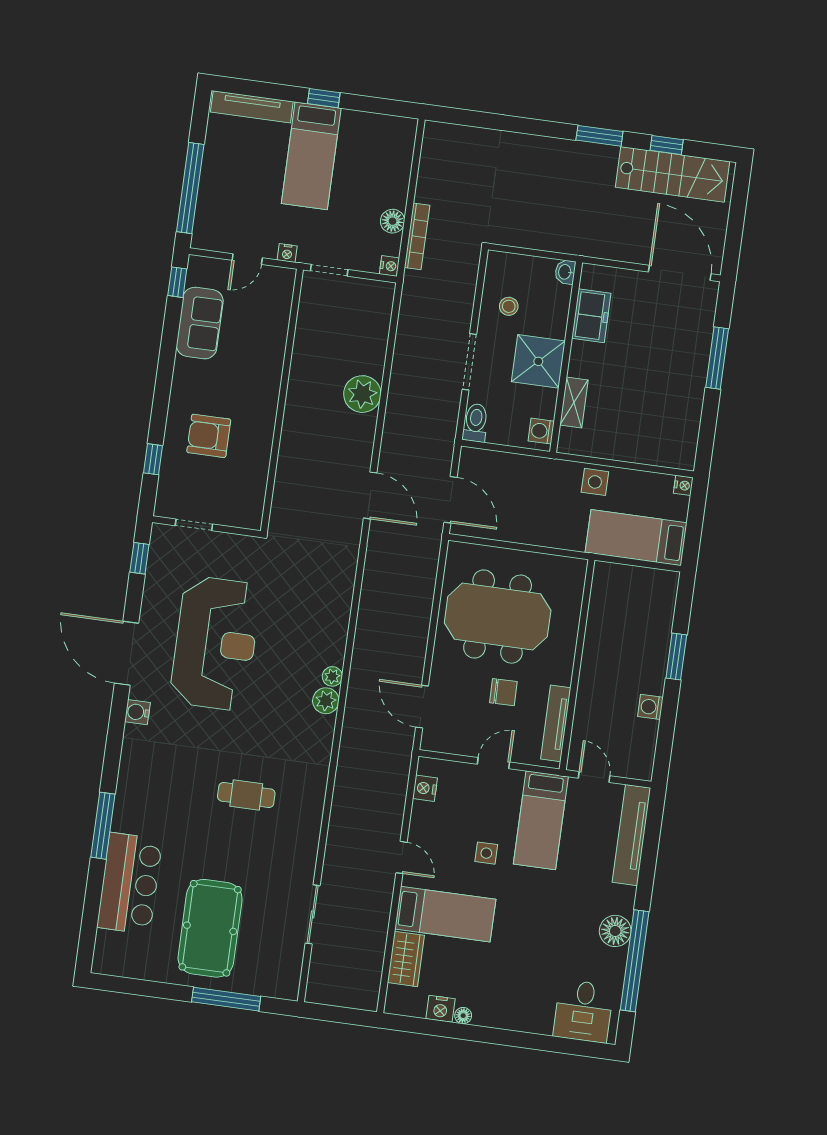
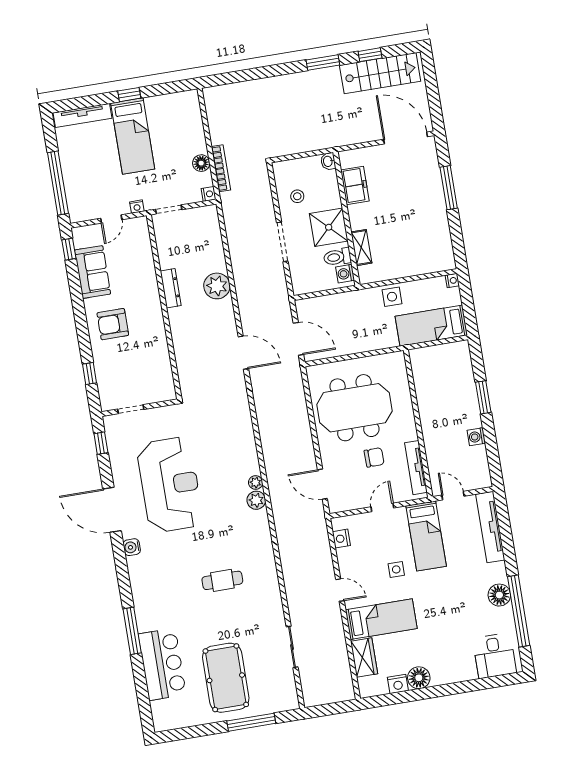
dresser: (299, 378) -> (171, 288), added
toilet: (476, 423) -> (337, 257), moved, turned -90
armchair: (209, 436) -> (113, 324), moved
floor lamp: (463, 1016) -> (419, 678), width x1.89, depth x1.89

